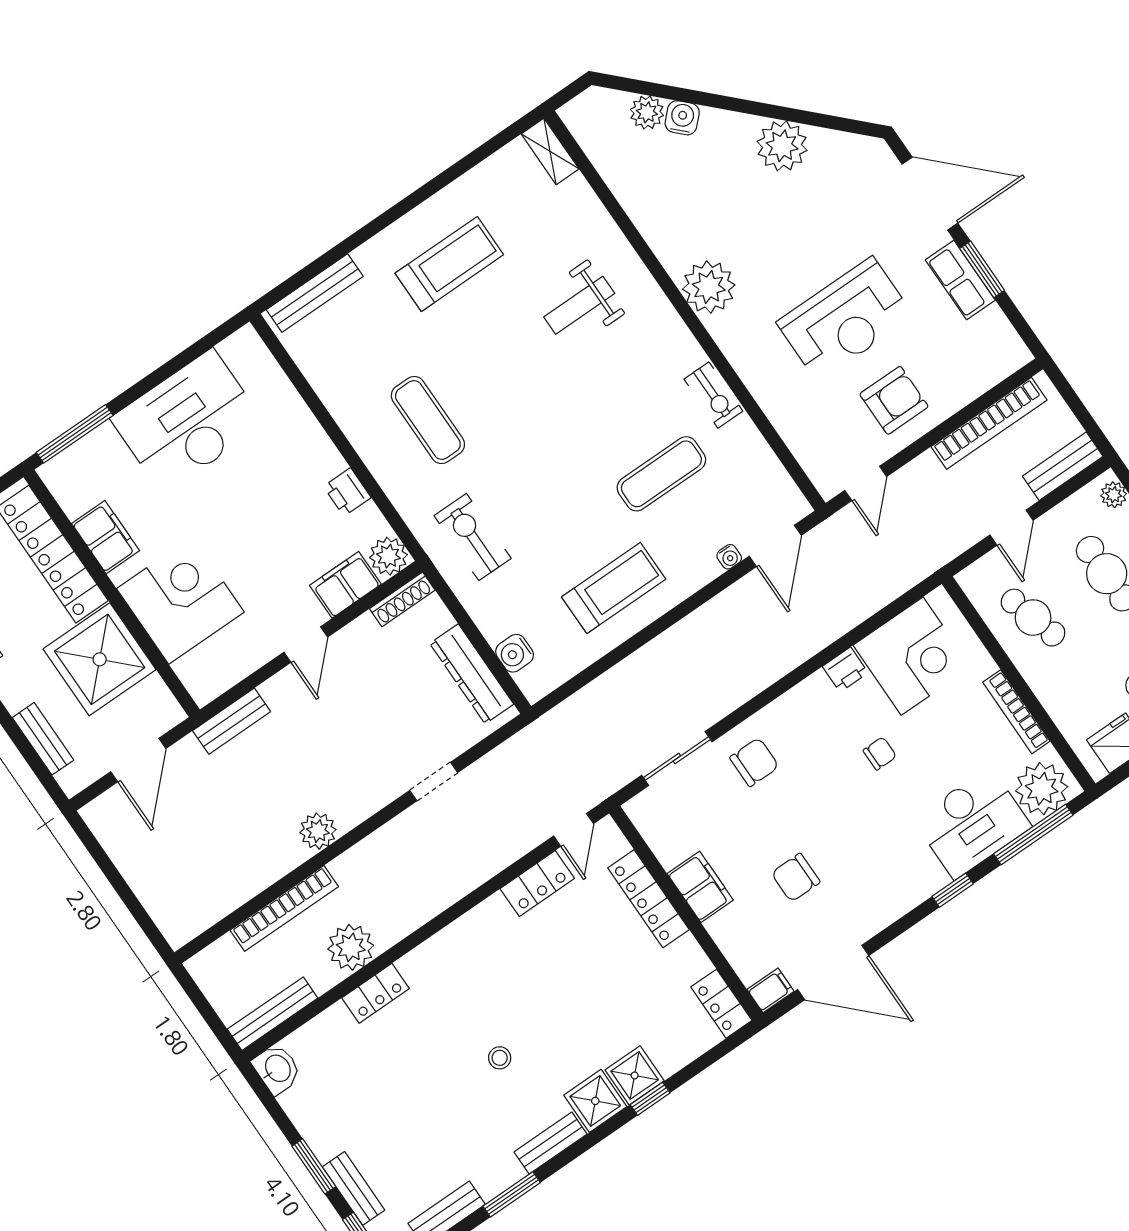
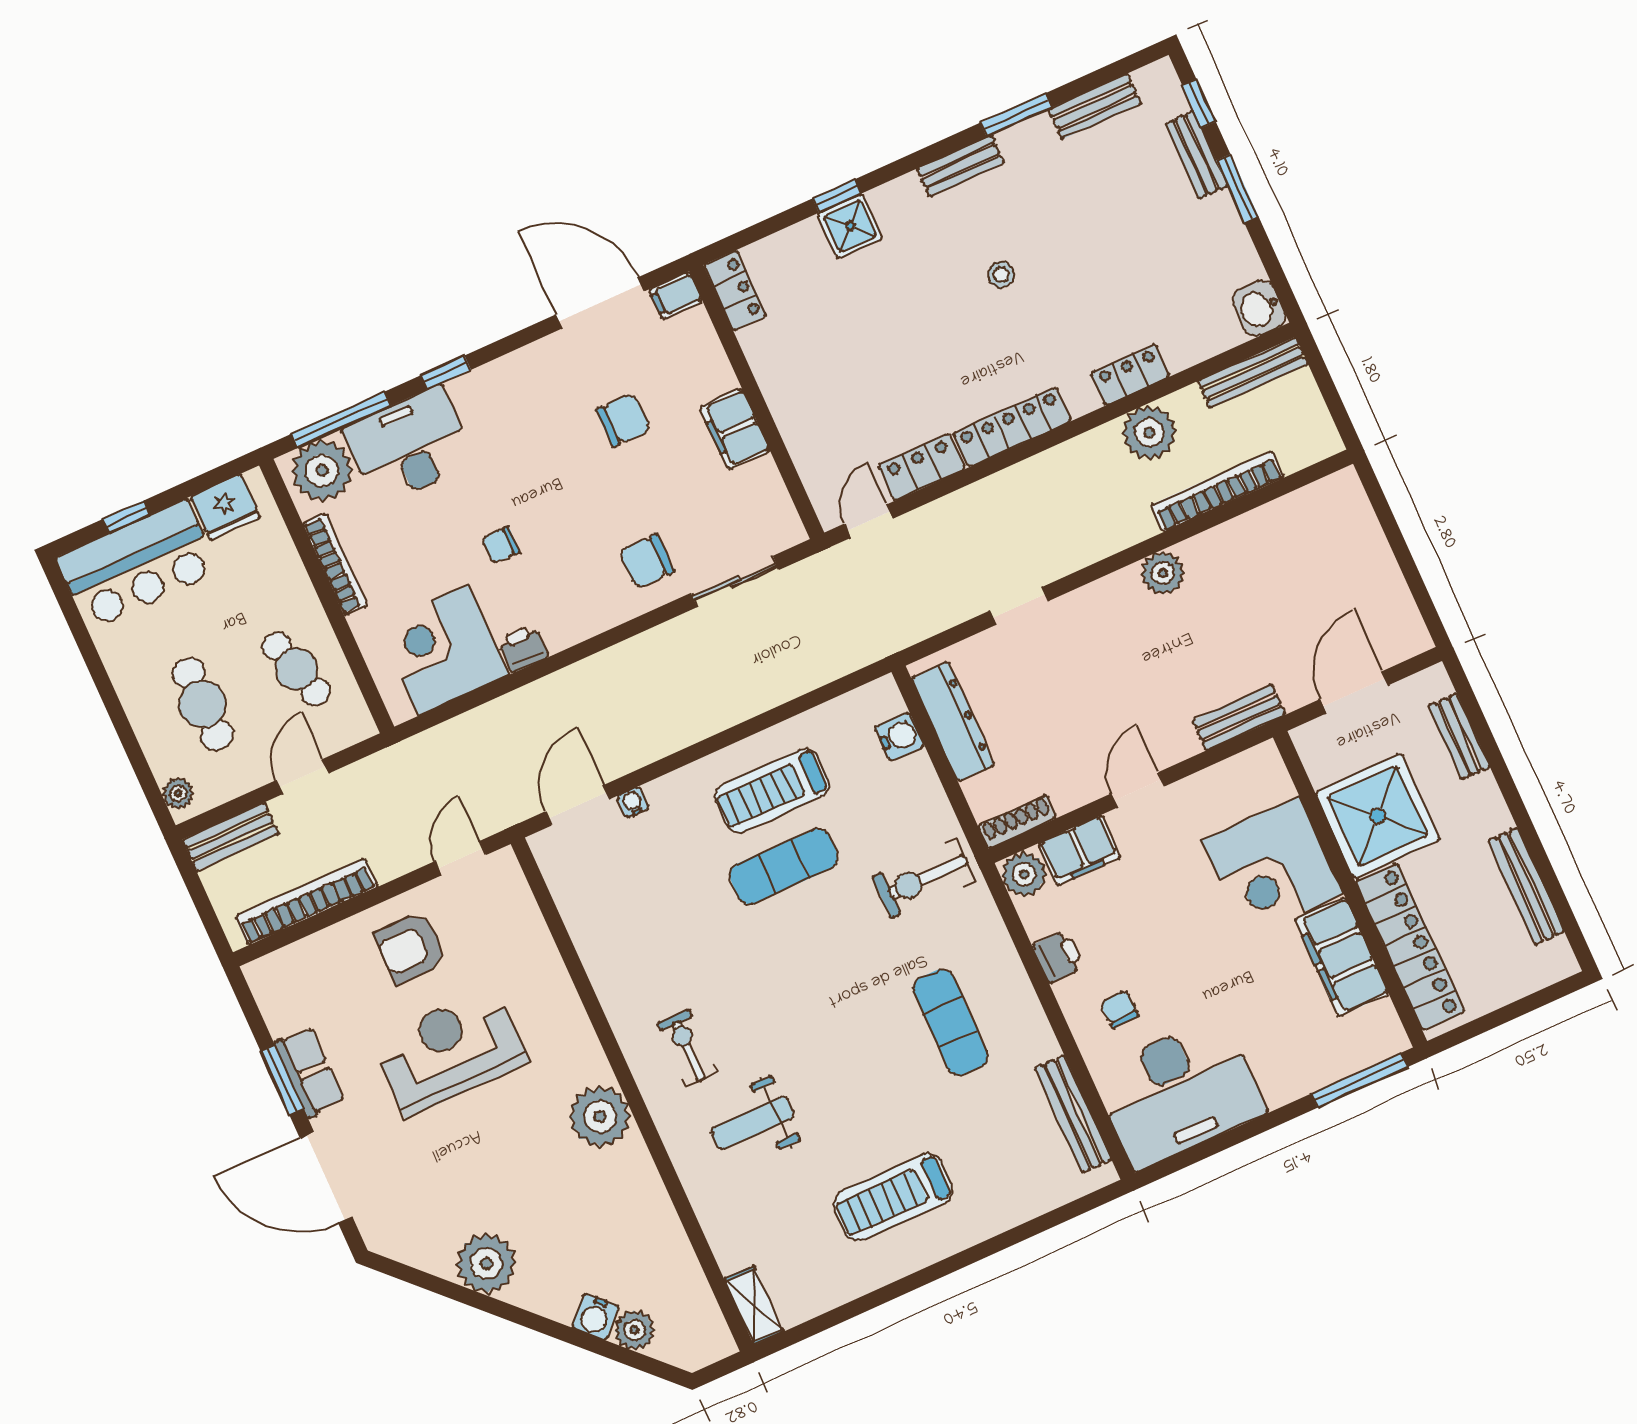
bench: (315, 293) -> (1073, 1114), moved, turned 90
weight bench: (579, 305) -> (753, 1123), turned 180
exercise bike: (713, 395) -> (687, 1048), moved
desk: (188, 421) -> (1179, 1093), moved
chair: (288, 457) -> (1119, 1009), added
exercise mat: (661, 474) -> (784, 866), moved
filing cabinet: (106, 537) -> (1342, 957), width x1.50, depth x1.17
exercise bike: (473, 537) -> (923, 879), turned 90
locker: (649, 899) -> (1012, 427), moved, turned -90
shower: (595, 1101) -> (900, 205), removed

